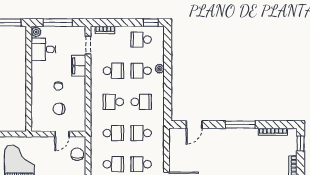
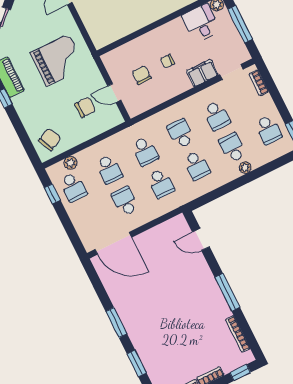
school desk: (141, 40) -> (268, 130), turned 180
school desk: (141, 133) -> (161, 183), turned 180
chair: (77, 154) -> (85, 107), moved

